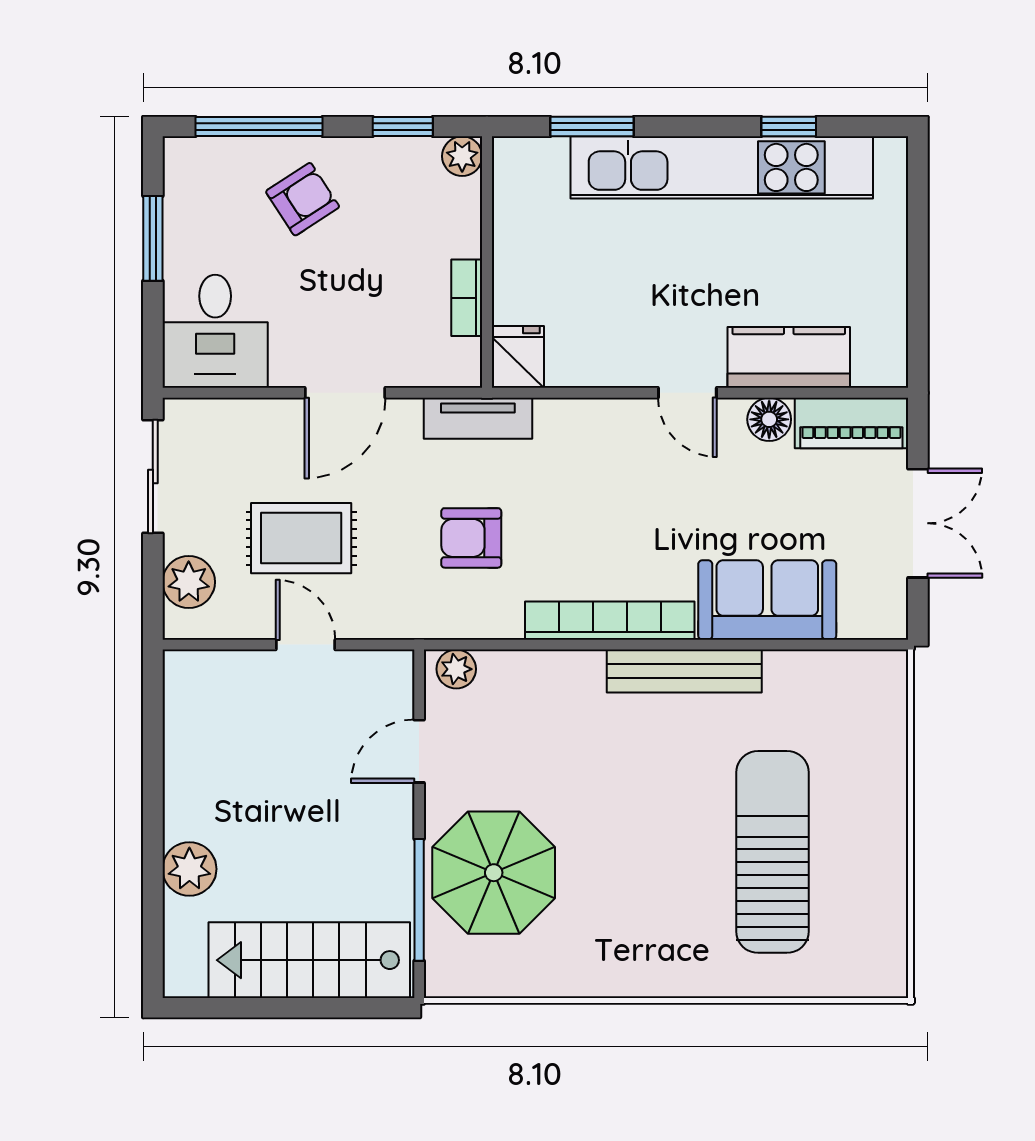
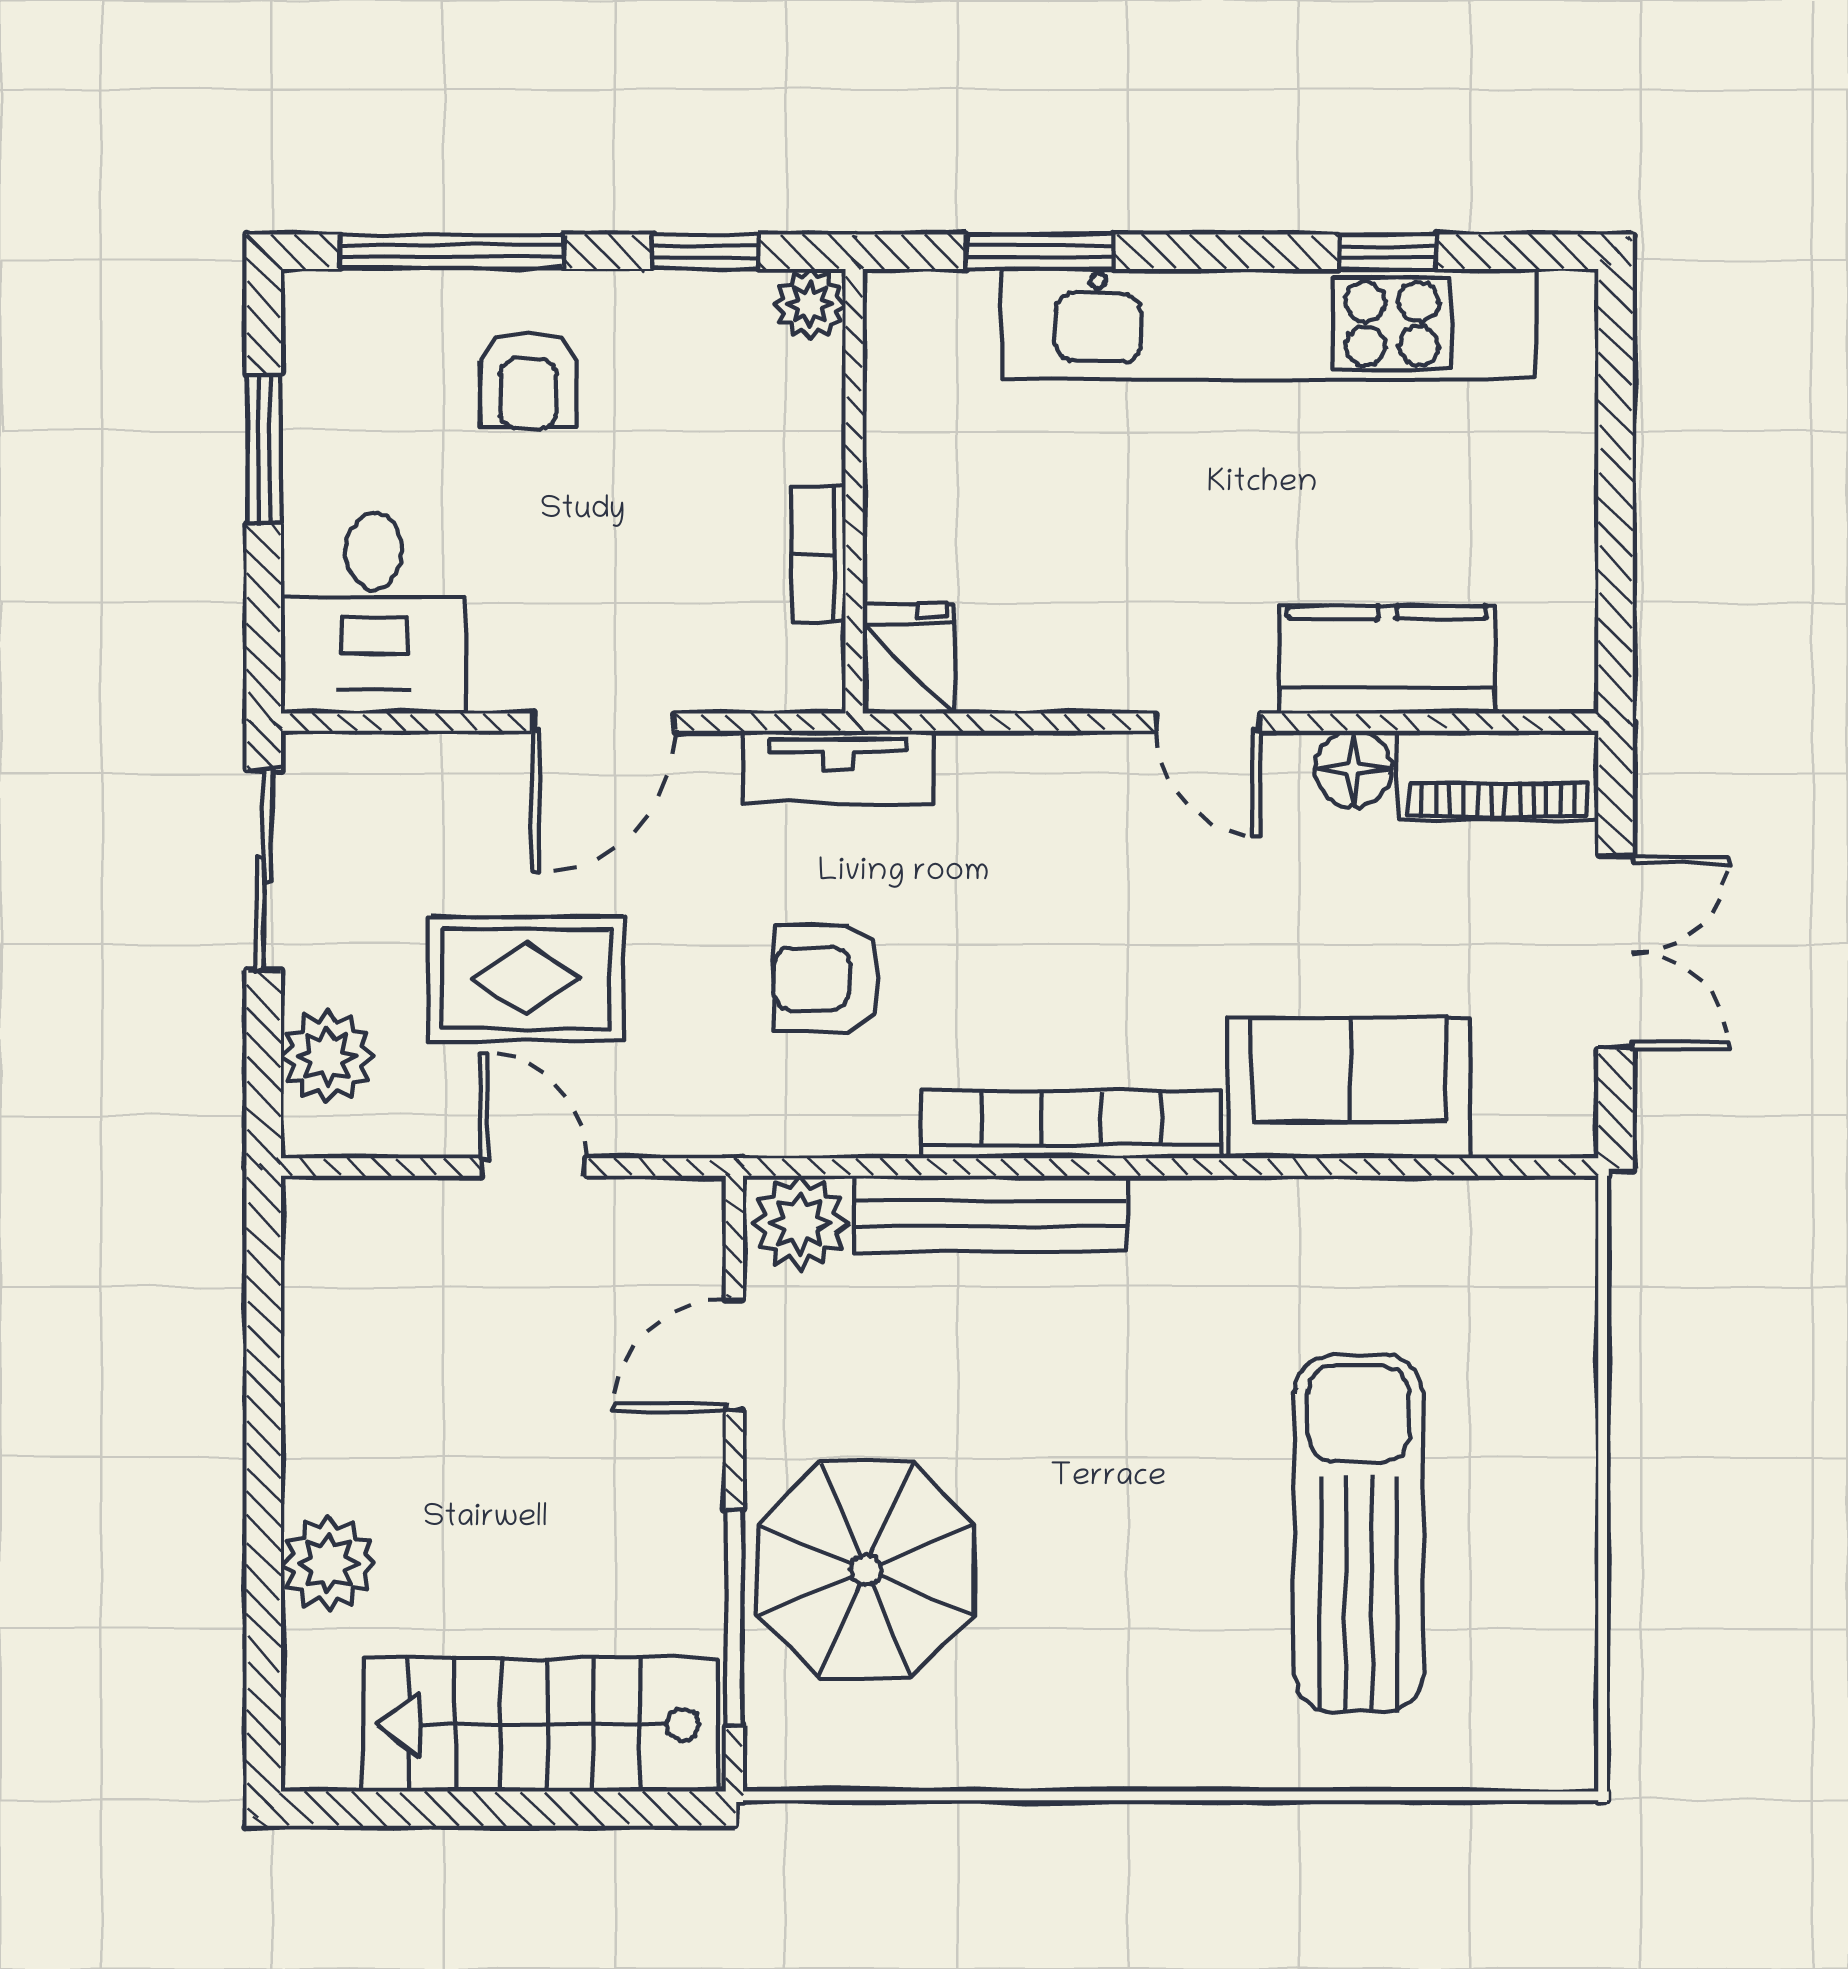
armchair: (303, 199) -> (528, 380), turned 123
plant: (456, 669) -> (800, 1223), width x1.38, depth x1.38
bench: (684, 671) -> (991, 1214), moved

